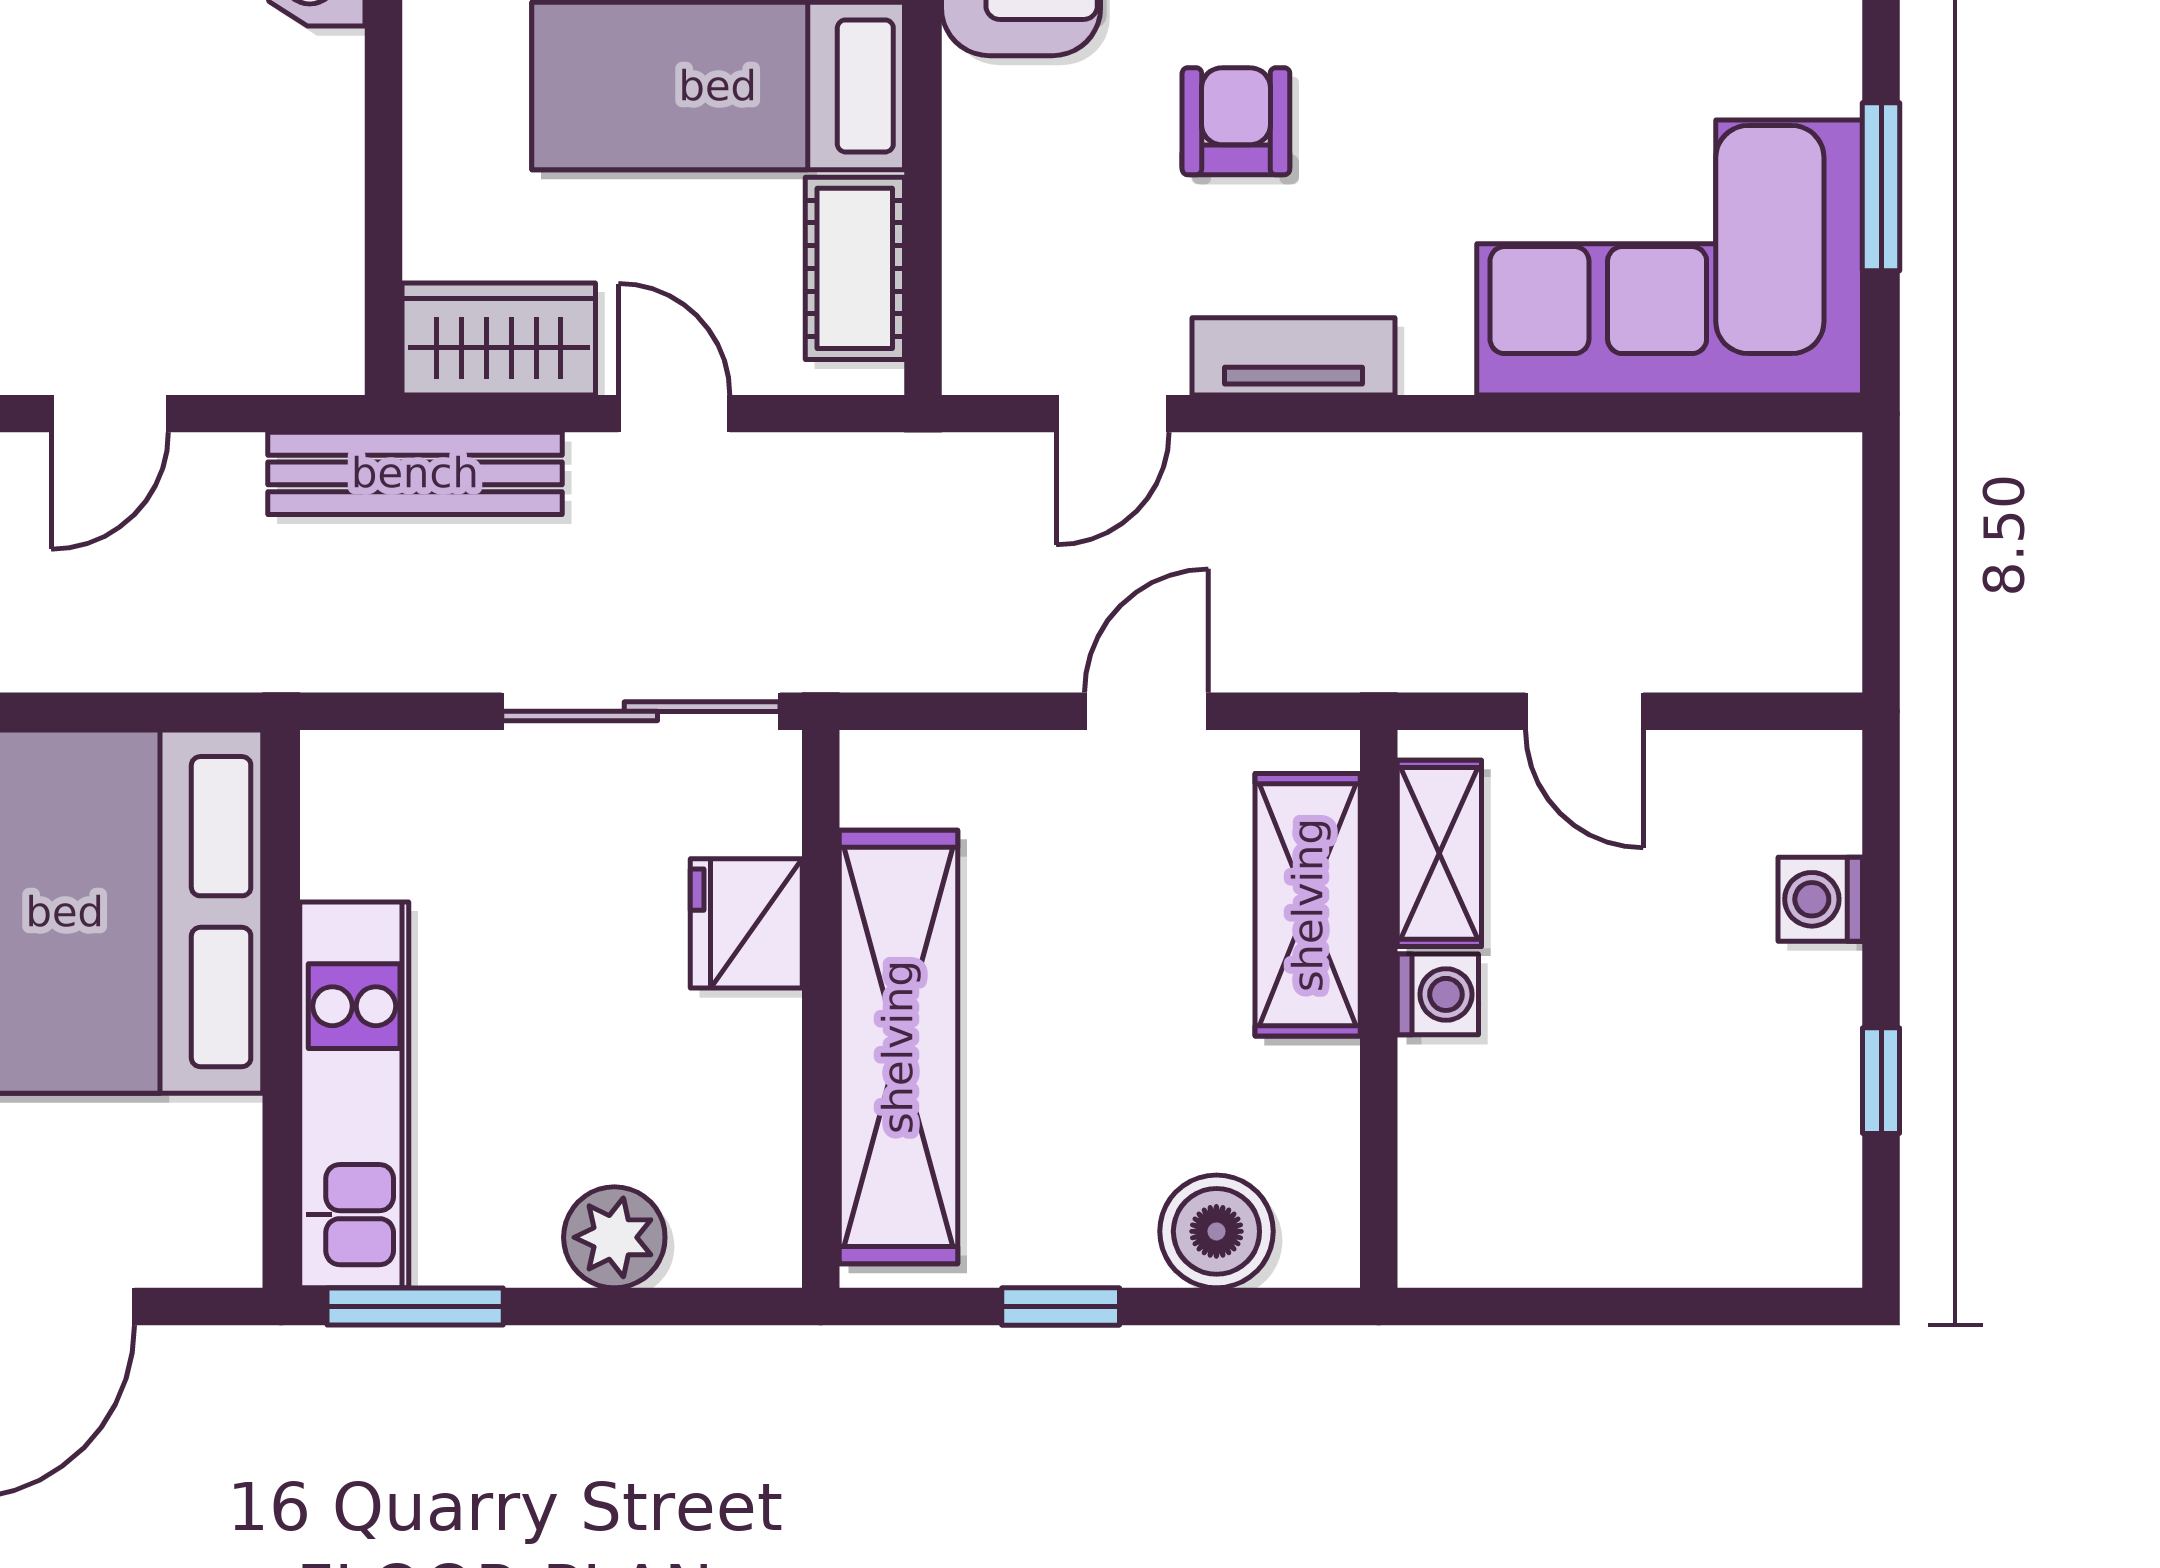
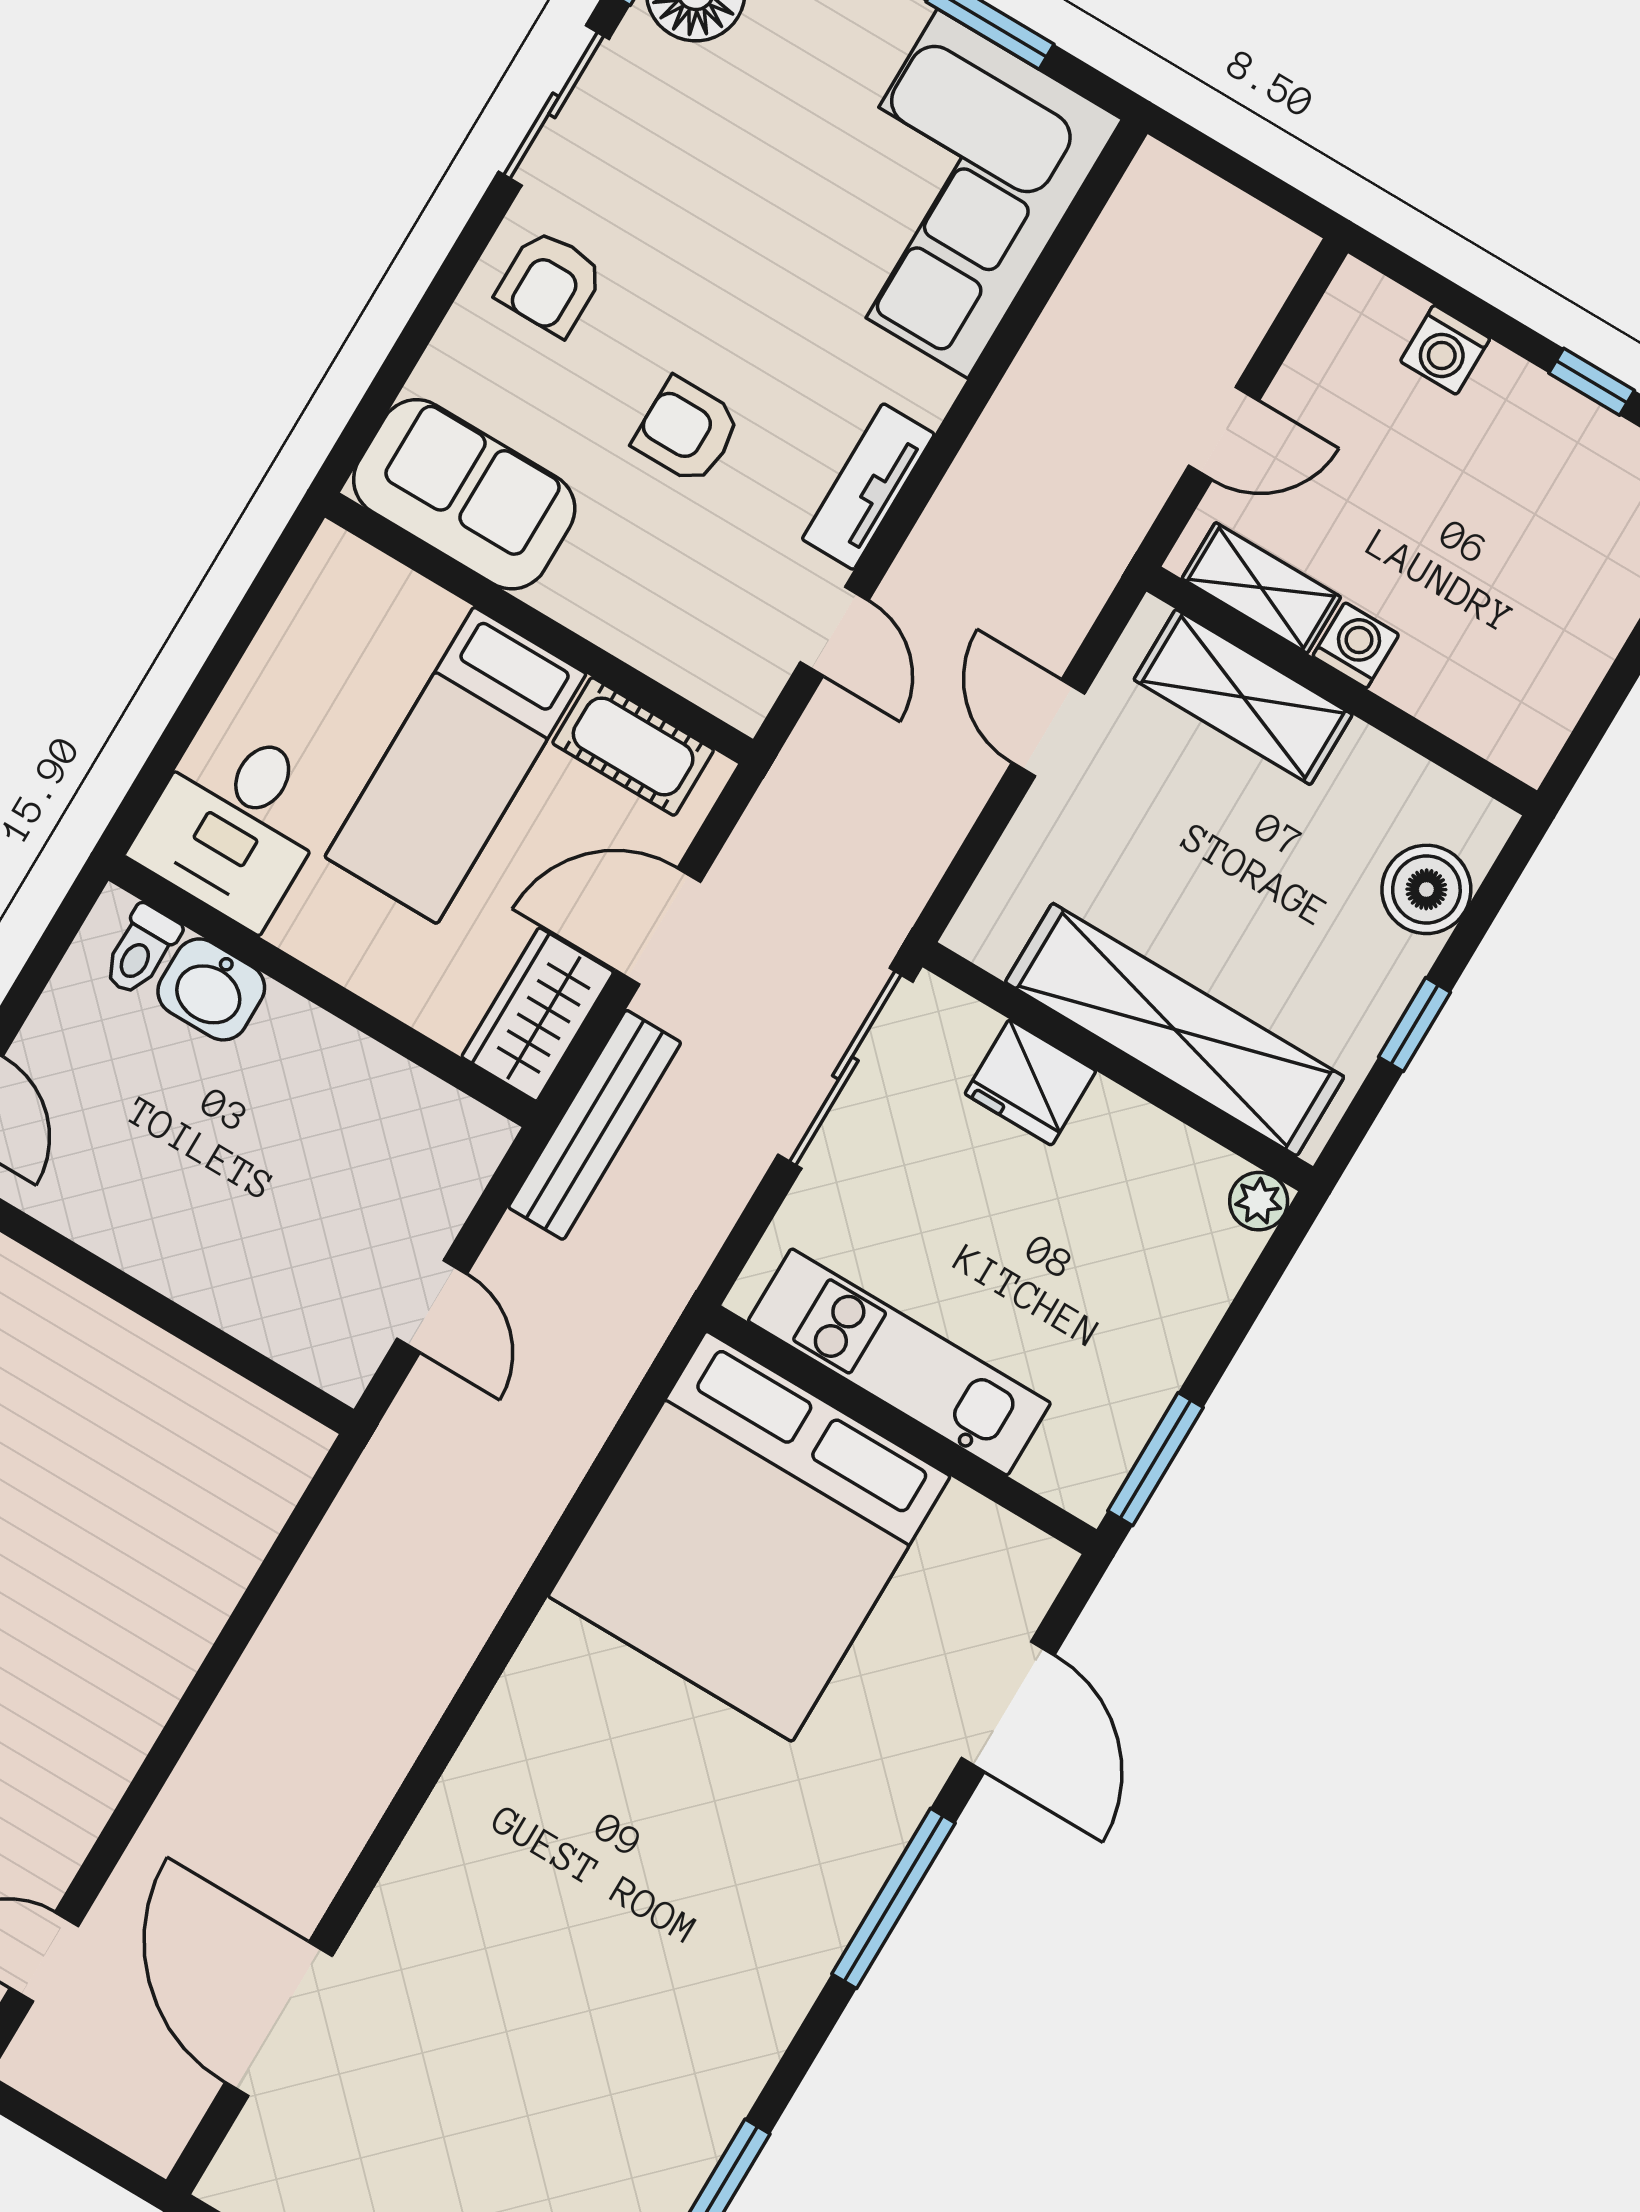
door: (674, 414) -> (658, 926), width x1.37
kitchen unit: (354, 1095) -> (899, 1362), moved
plant: (614, 1237) -> (1259, 1201), moved, width x0.73, depth x0.73

